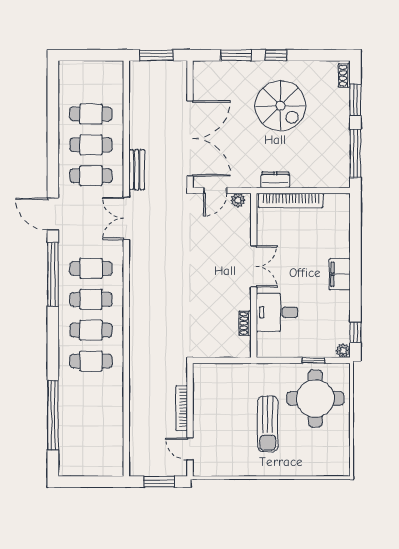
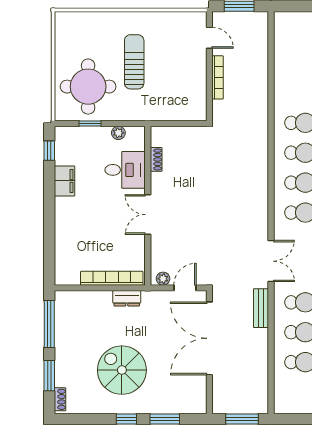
filing cabinet: (340, 274) -> (64, 181), moved
plant: (343, 351) -> (118, 133), moved

